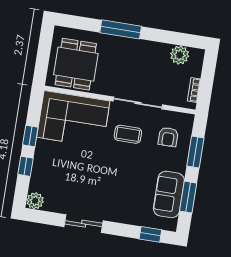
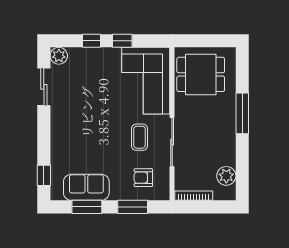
bookcase: (194, 90) -> (194, 196), width x1.56
sliding door: (84, 224) -> (44, 87), moved

